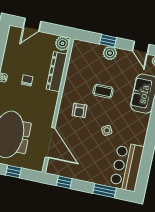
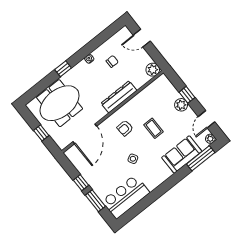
dresser: (57, 72) -> (119, 97), moved
chair: (27, 80) -> (112, 61), moved
window: (64, 182) -> (81, 183), moved

